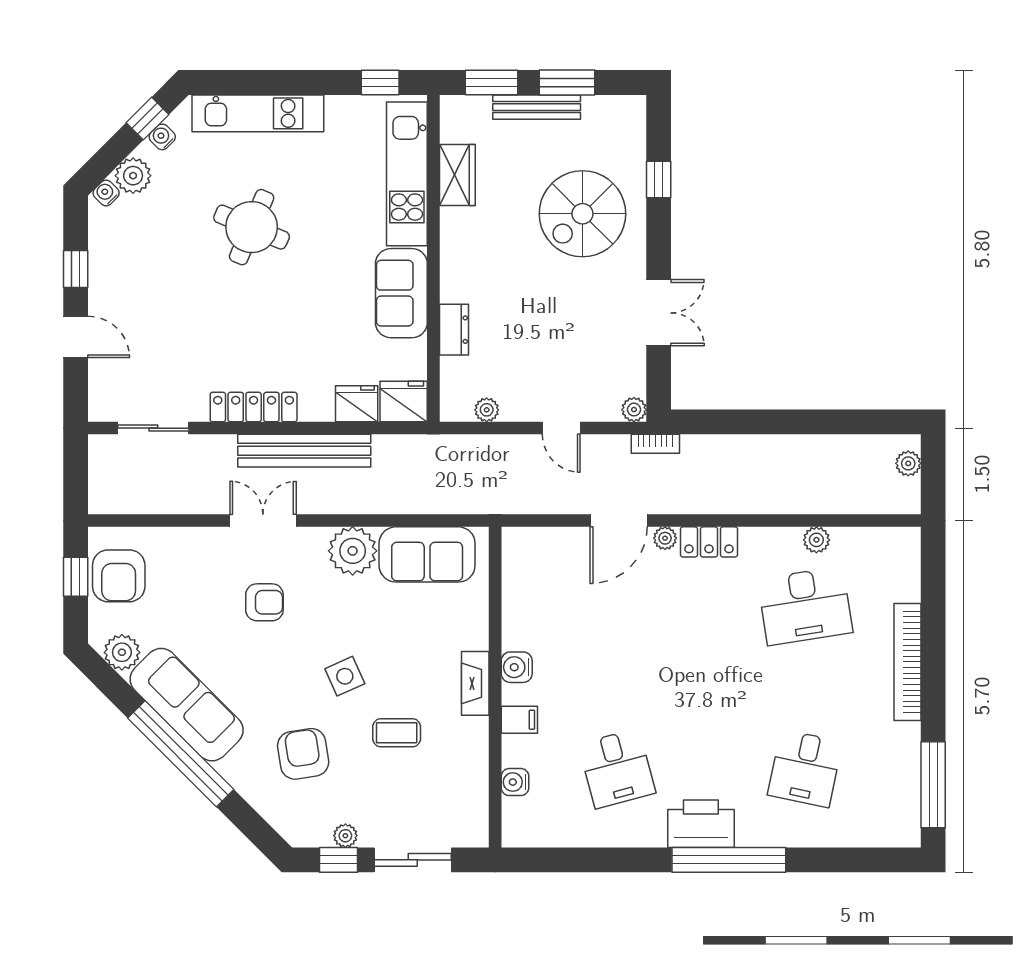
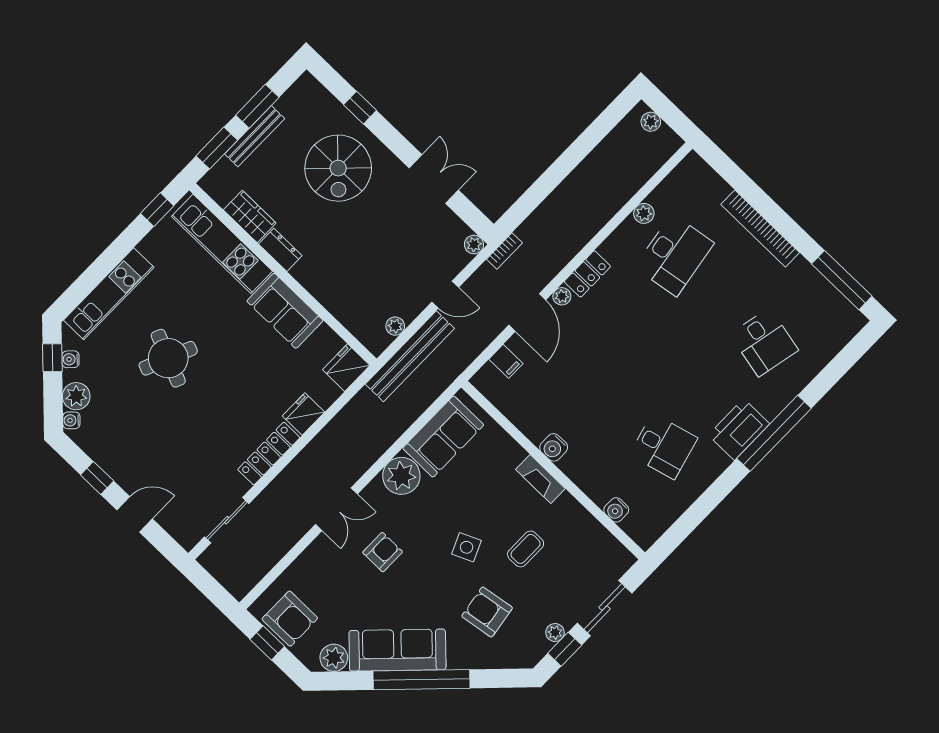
dresser: (454, 330) -> (280, 250), moved
fridge: (357, 404) -> (304, 414), moved
bench: (304, 451) -> (410, 356), moved
double door: (263, 521) -> (337, 509), swing flipped
filing cabinet: (519, 720) -> (506, 361), moved, turned 90

